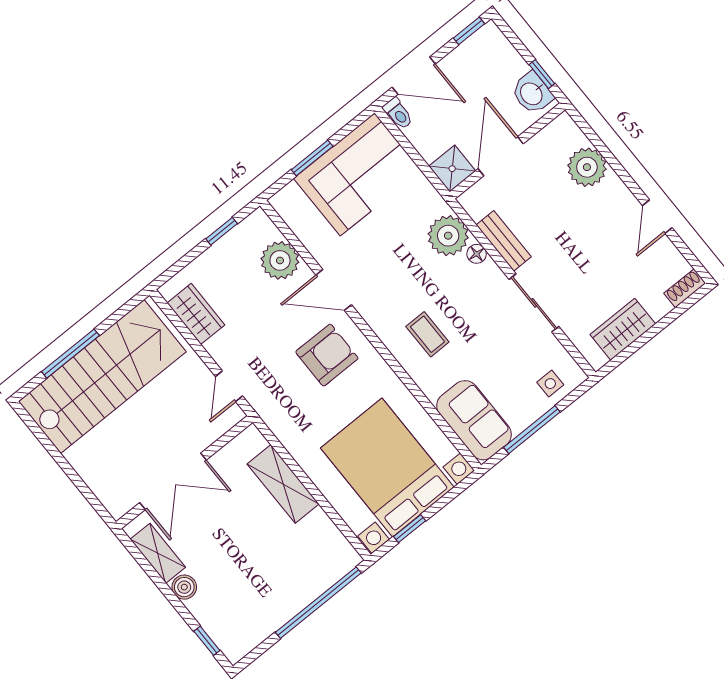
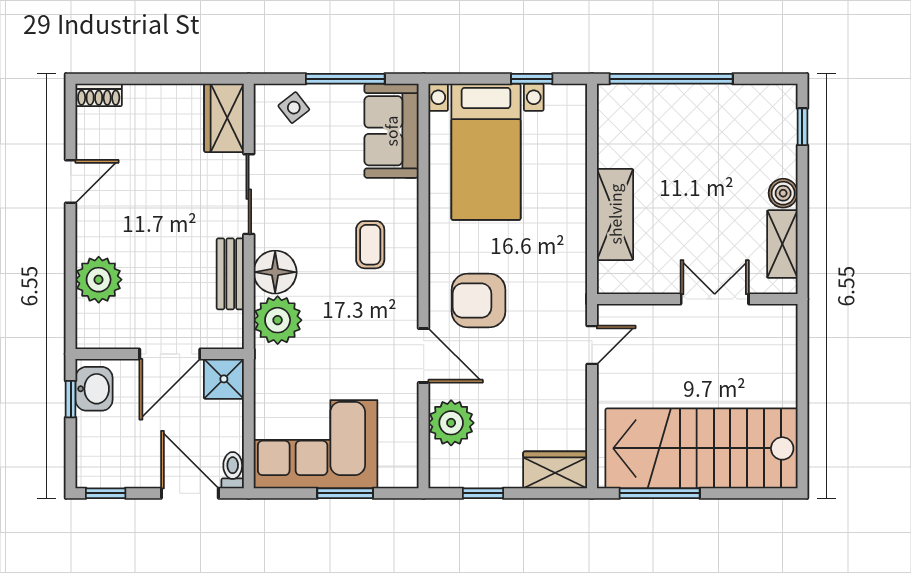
floor lamp: (477, 254) -> (275, 272), width x1.89, depth x1.89
wardrobe: (196, 314) -> (555, 470), moved, turned 90
wardrobe: (623, 329) -> (224, 118), moved, turned 90
window: (70, 354) -> (660, 493), moved
side table: (550, 384) -> (294, 108), turned -38
bed with nightstands: (387, 468) -> (486, 152), width x0.73
double door: (173, 481) -> (715, 299), width x0.73

